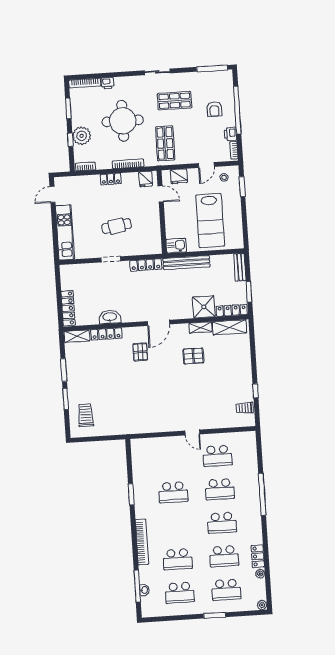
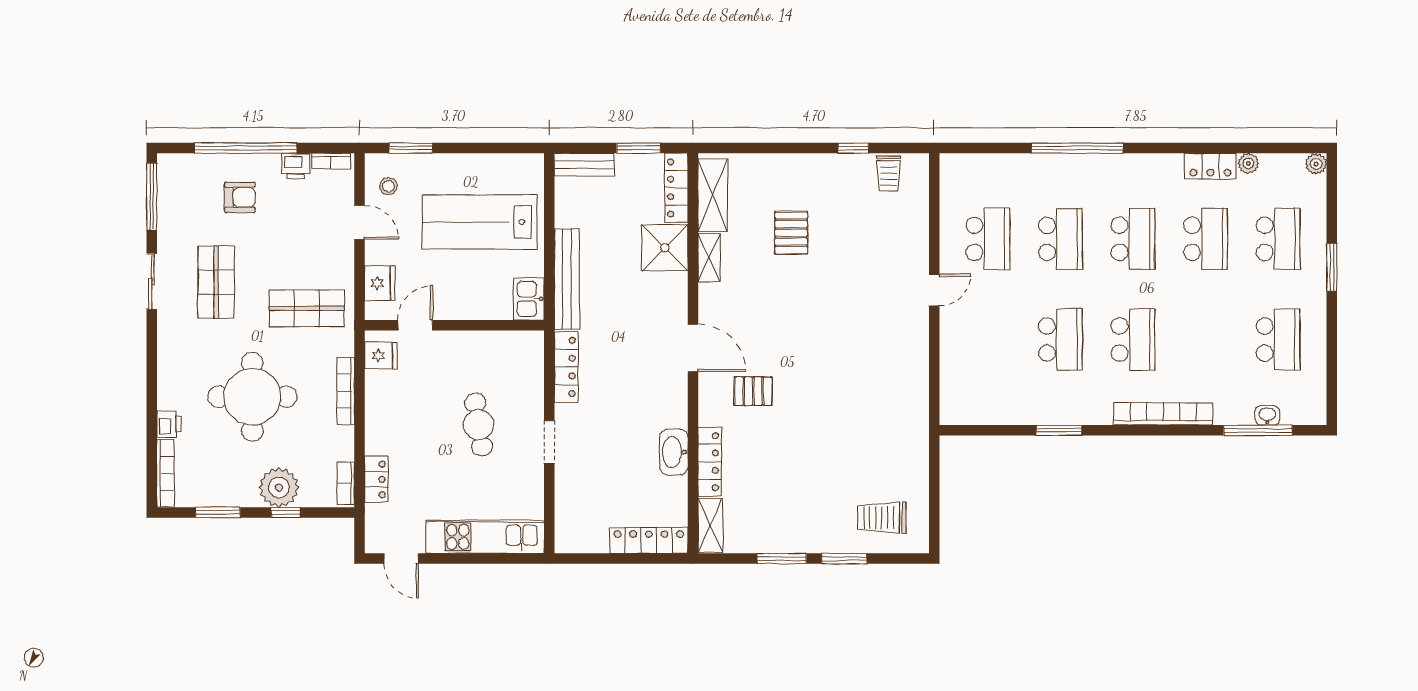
sliding door: (157, 72) -> (152, 281), moved
locker: (111, 179) -> (376, 479), moved
lab bench: (210, 221) -> (480, 222), turned 180
pallet: (193, 356) -> (791, 233), moved
school desk: (178, 559) -> (1133, 340), moved

